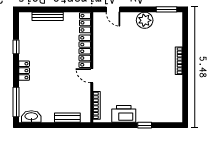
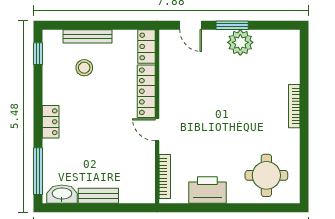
window: (167, 9) -> (232, 25), moved
stool: (45, 36) -> (84, 68), added
window: (16, 47) -> (38, 54), moved
round table: (161, 105) -> (266, 175), added
bench: (67, 118) -> (98, 196), moved
window: (145, 125) -> (240, 208), removed

